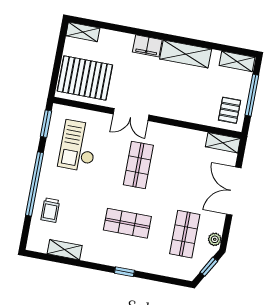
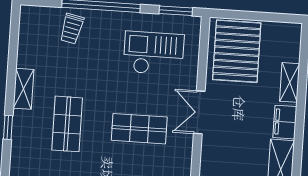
shelving: (83, 32) -> (290, 82), moved
trolley: (50, 210) -> (72, 29), turned -78
shelving: (65, 250) -> (23, 89), moved

